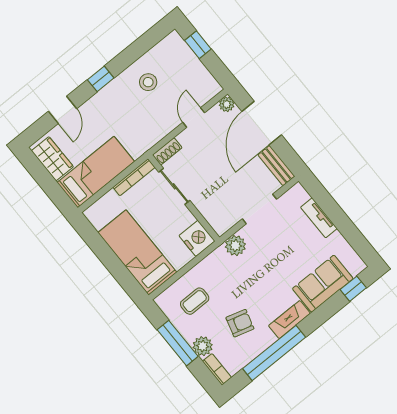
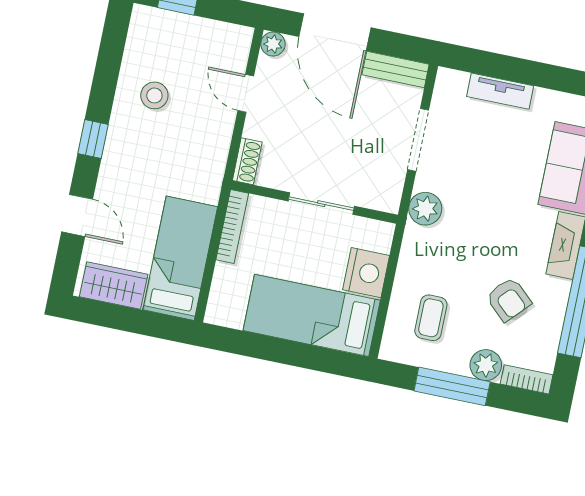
sliding door: (174, 186) -> (321, 204), moved
nightstand: (197, 238) -> (366, 273), moved, turned 90
armchair: (240, 323) -> (509, 299), turned 117

